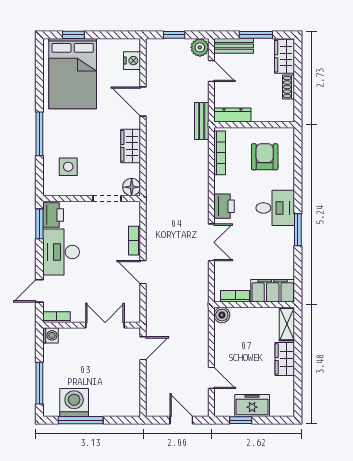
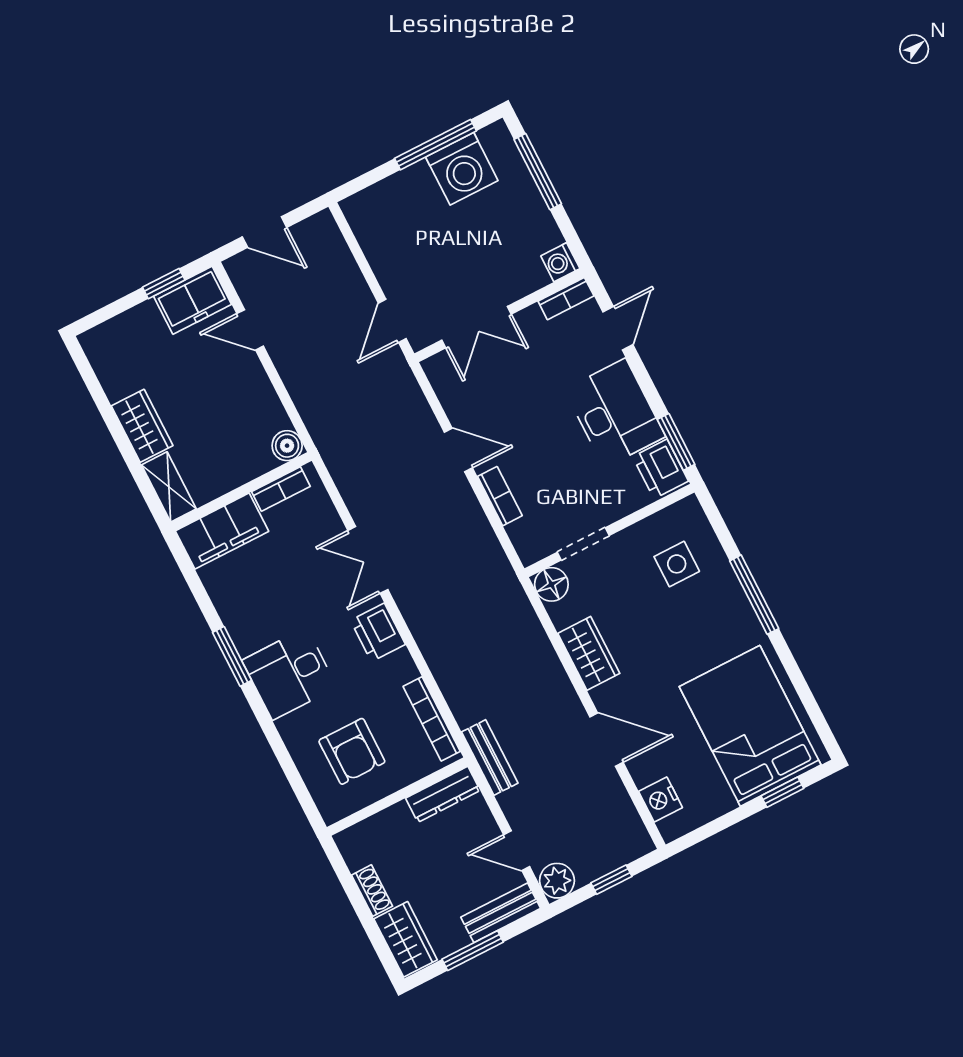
freezer: (252, 406) -> (192, 300), moved

